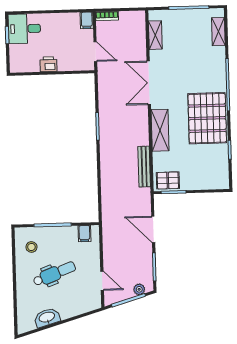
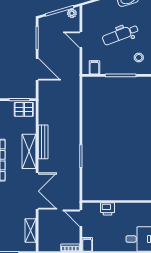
printer: (48, 64) -> (108, 209), moved
bench: (144, 167) -> (43, 142), moved
door: (102, 281) -> (81, 40), moved
plant: (139, 289) -> (72, 13), moved

